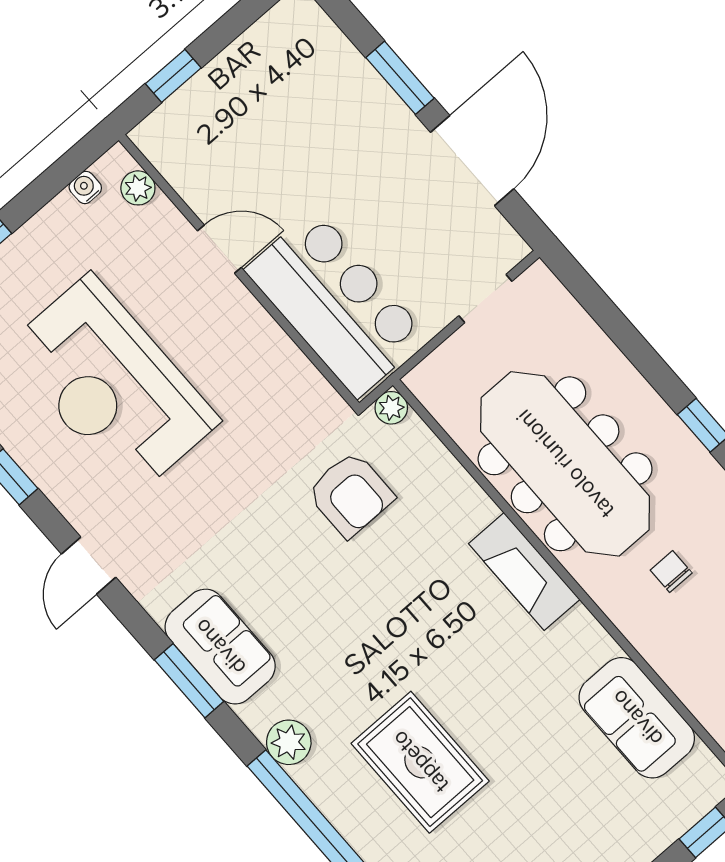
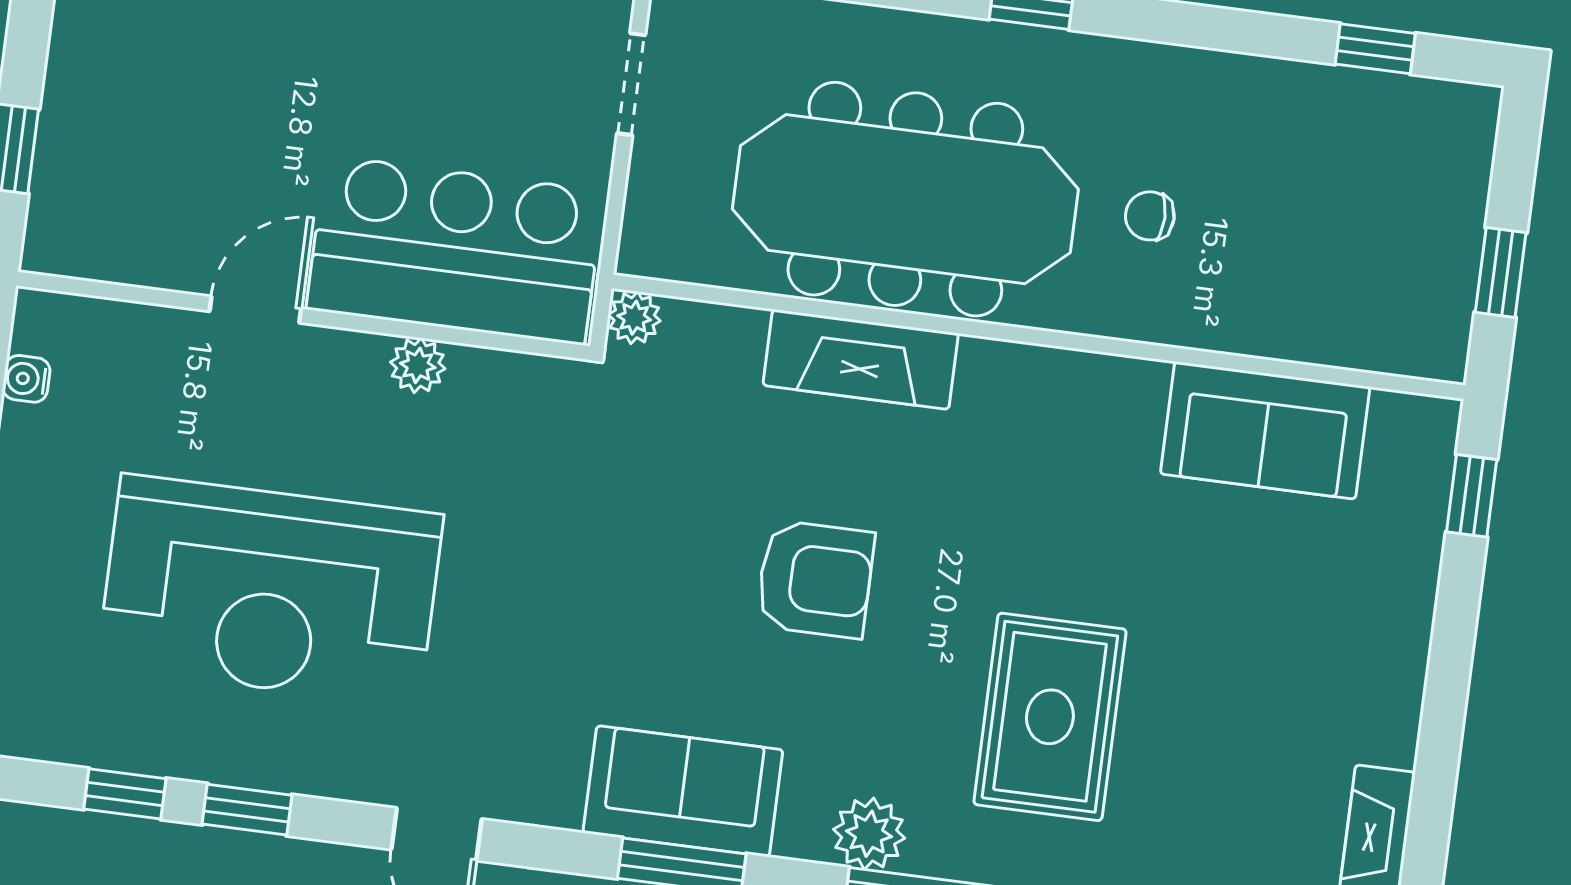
plant: (138, 188) -> (418, 365), moved
armchair: (350, 494) -> (815, 579), moved
fireplace: (524, 572) -> (861, 359), moved
rug: (420, 762) -> (1050, 717), turned 90

